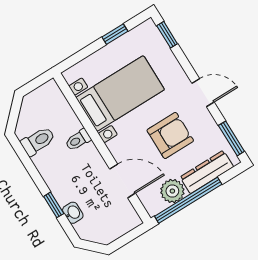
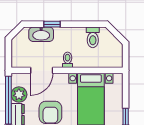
toilet: (78, 140) -> (68, 60), moved
washbasin: (73, 213) -> (41, 34), width x1.91, depth x1.45

